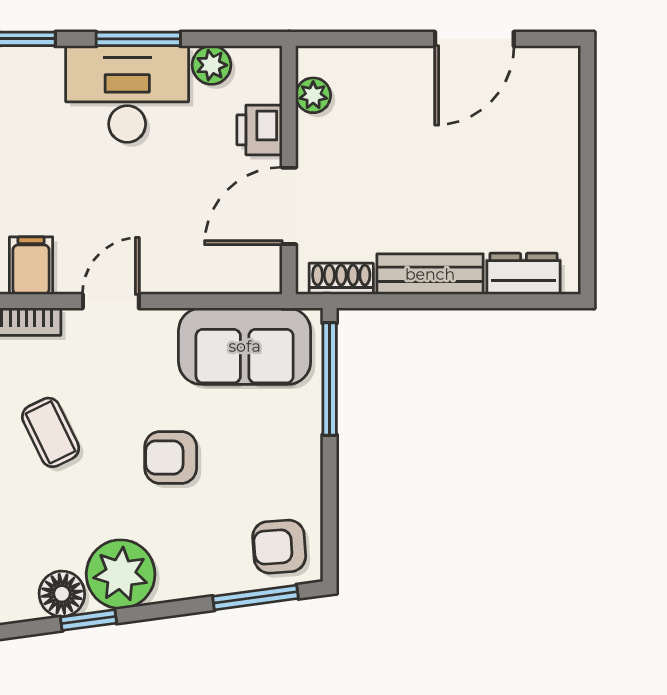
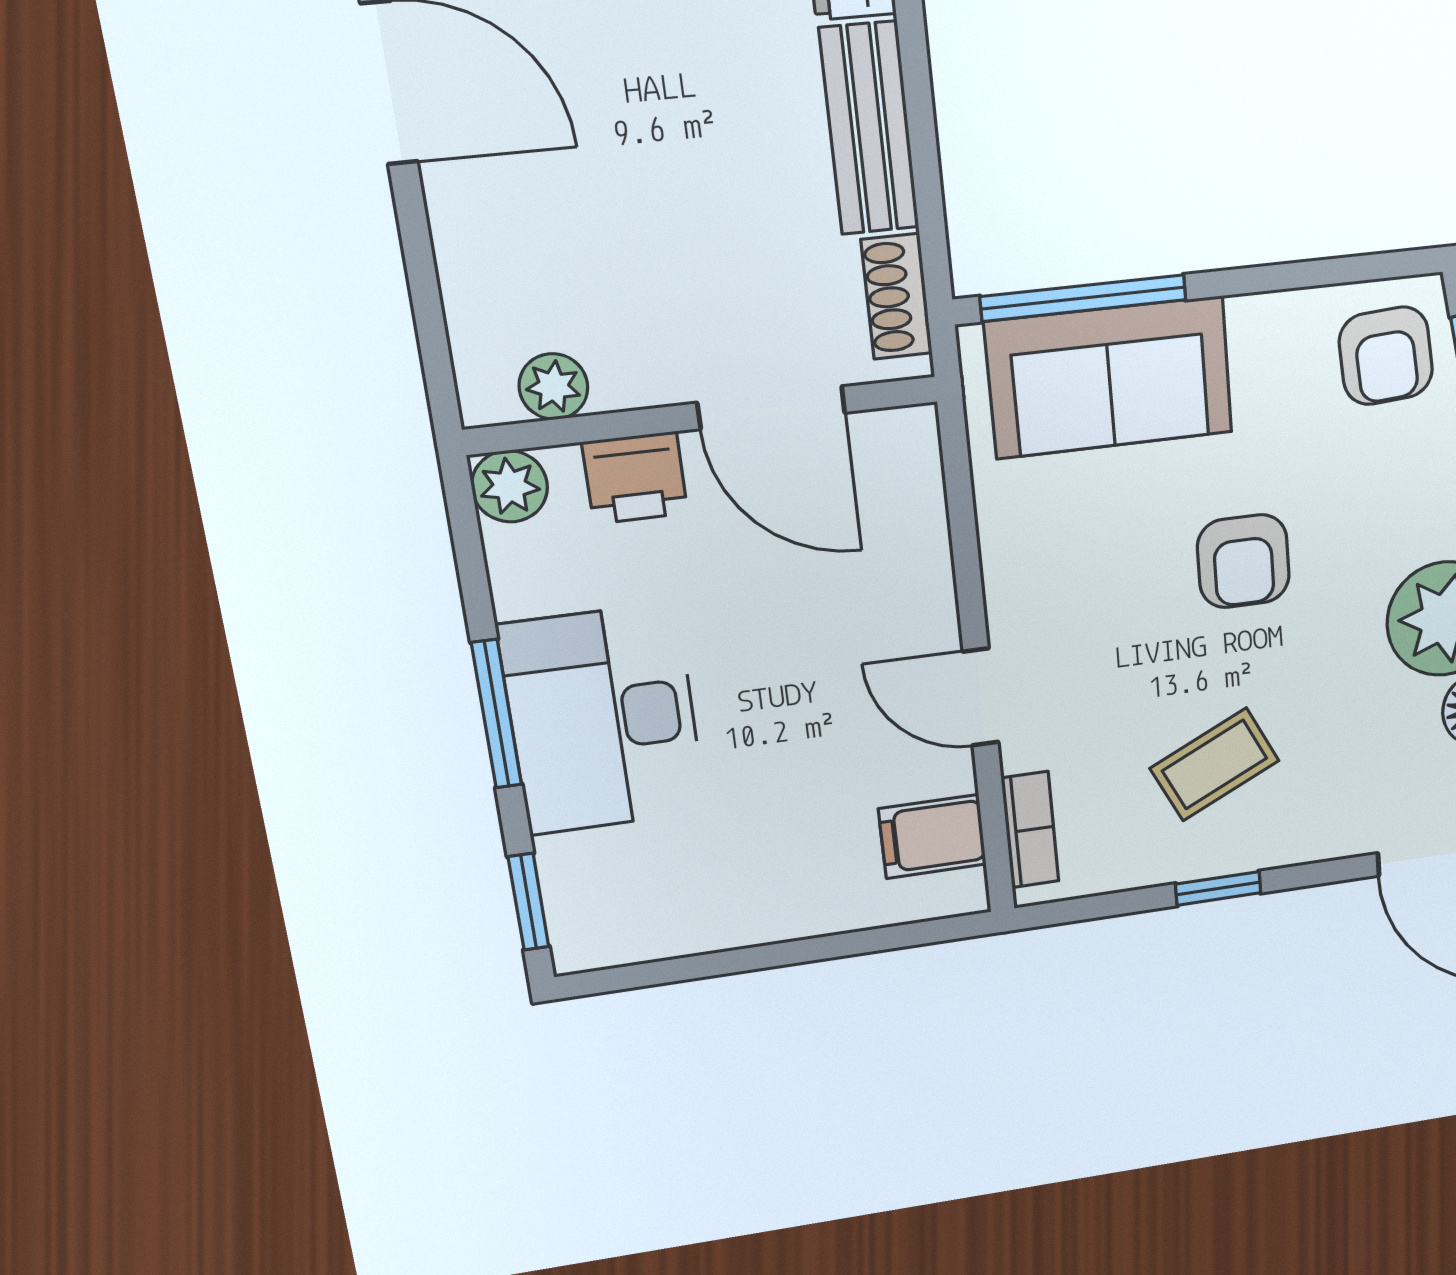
plant: (212, 65) -> (510, 486), moved
sofa: (245, 346) -> (1109, 377), moved, turned 90

